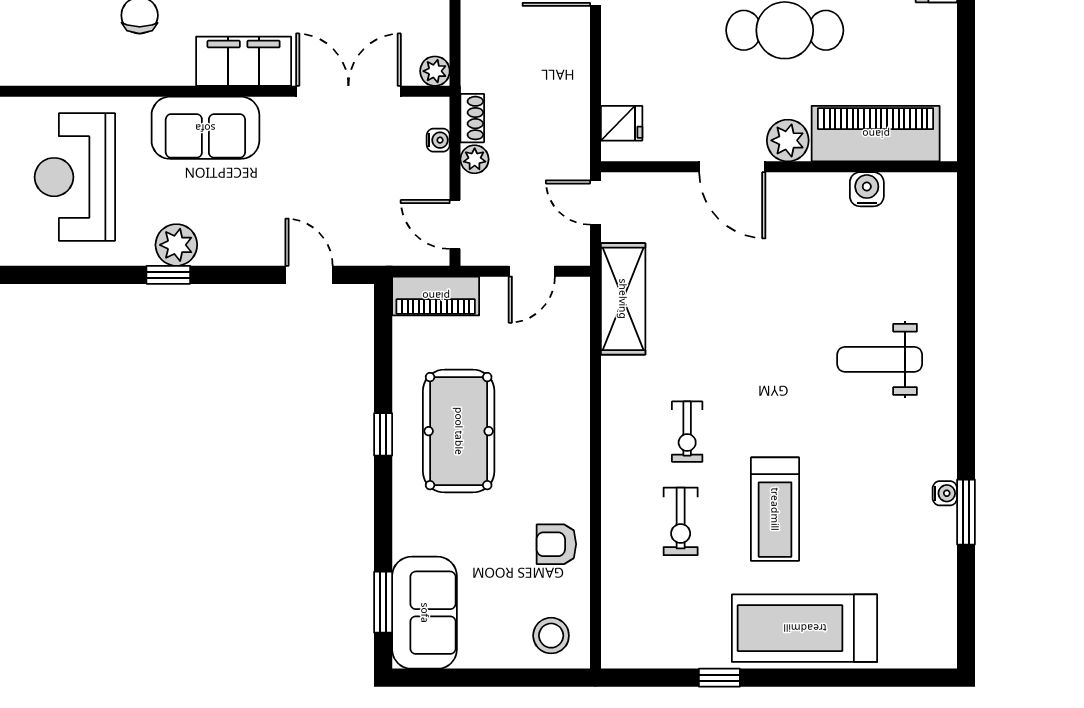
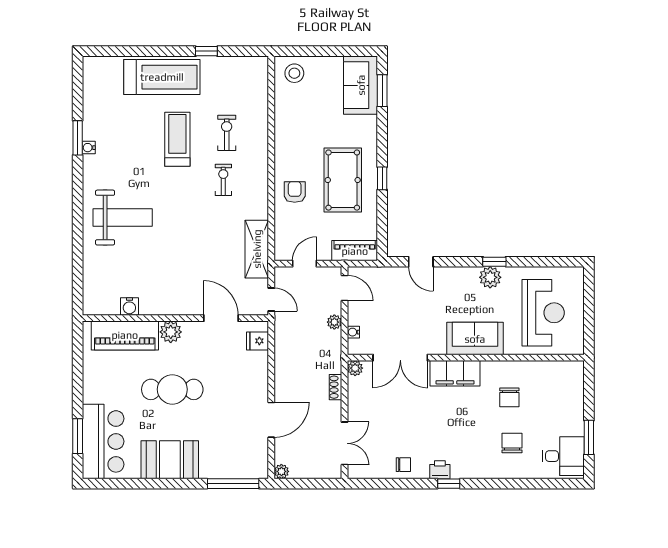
shoe rack: (472, 118) -> (336, 387), moved
door: (732, 167) -> (221, 318), moved
weight bench: (880, 359) -> (123, 218), width x1.36, depth x1.33
armchair: (556, 544) -> (295, 192), moved, turned -90

